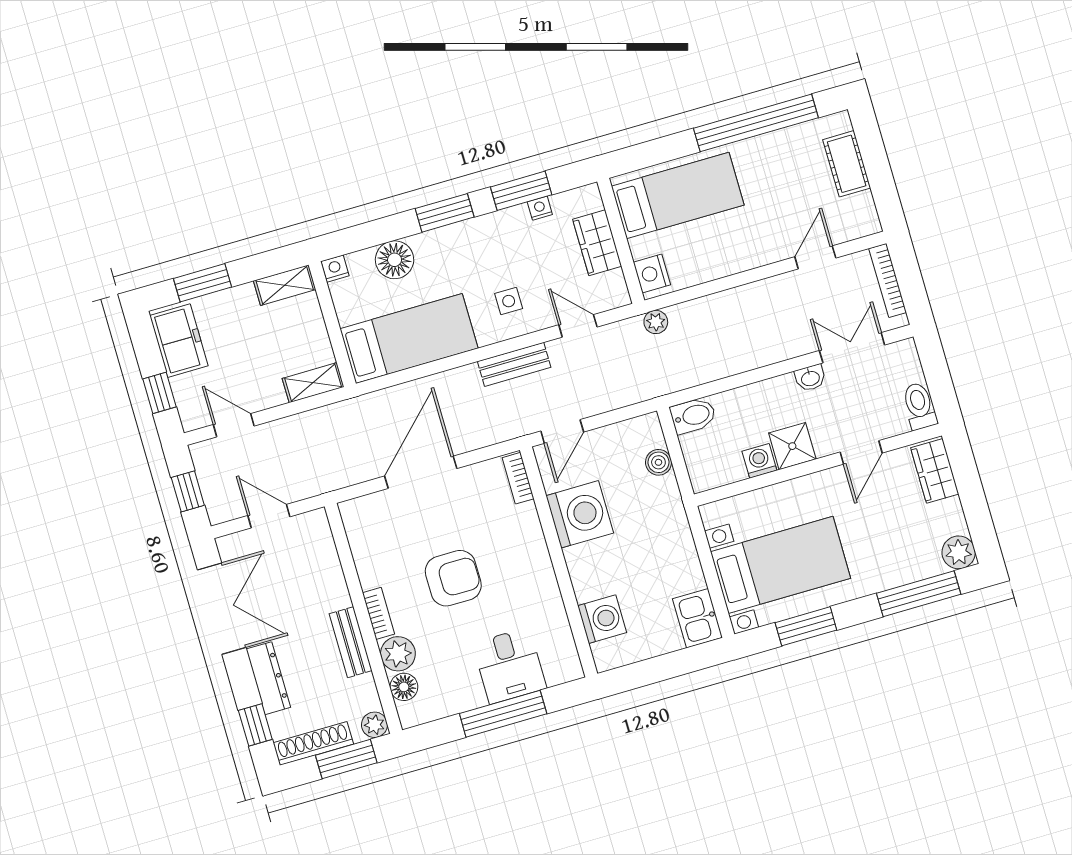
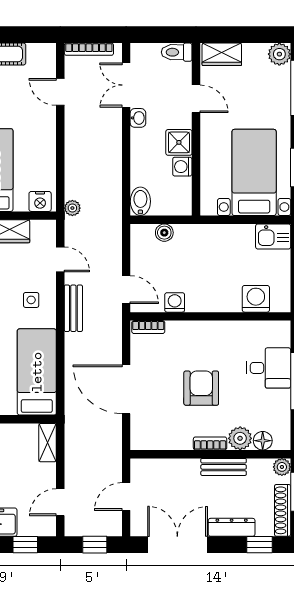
door: (578, 326) -> (60, 259), swing flipped
washing machine: (580, 514) -> (175, 302), width x0.53, depth x0.53

